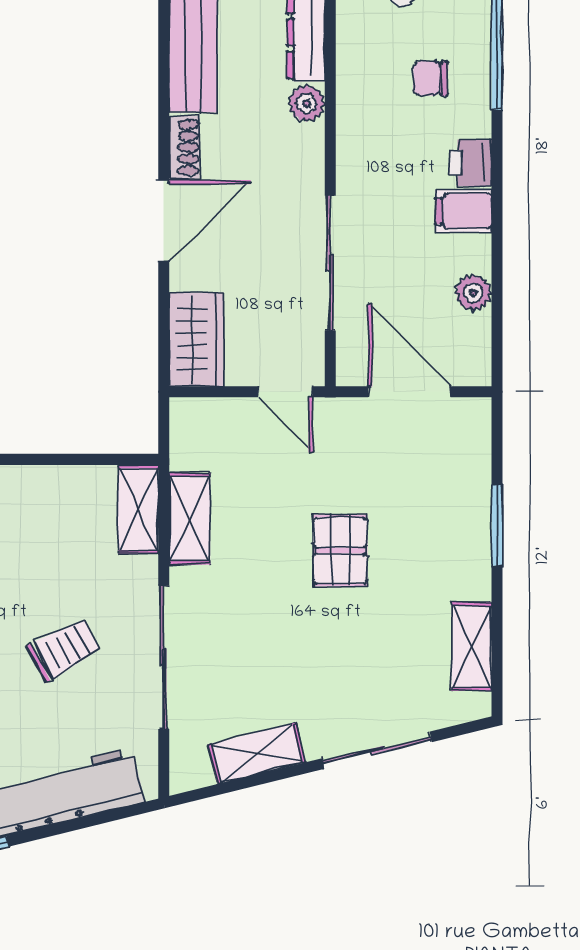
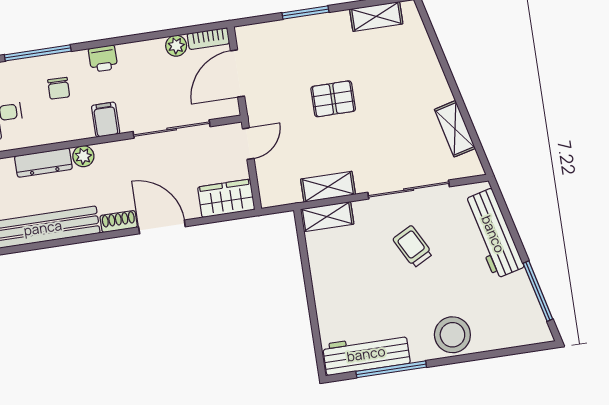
filing cabinet: (463, 211) -> (106, 120), moved, turned 180
bookcase: (477, 351) -> (208, 39), added
sliding door: (377, 750) -> (443, 61), removed

